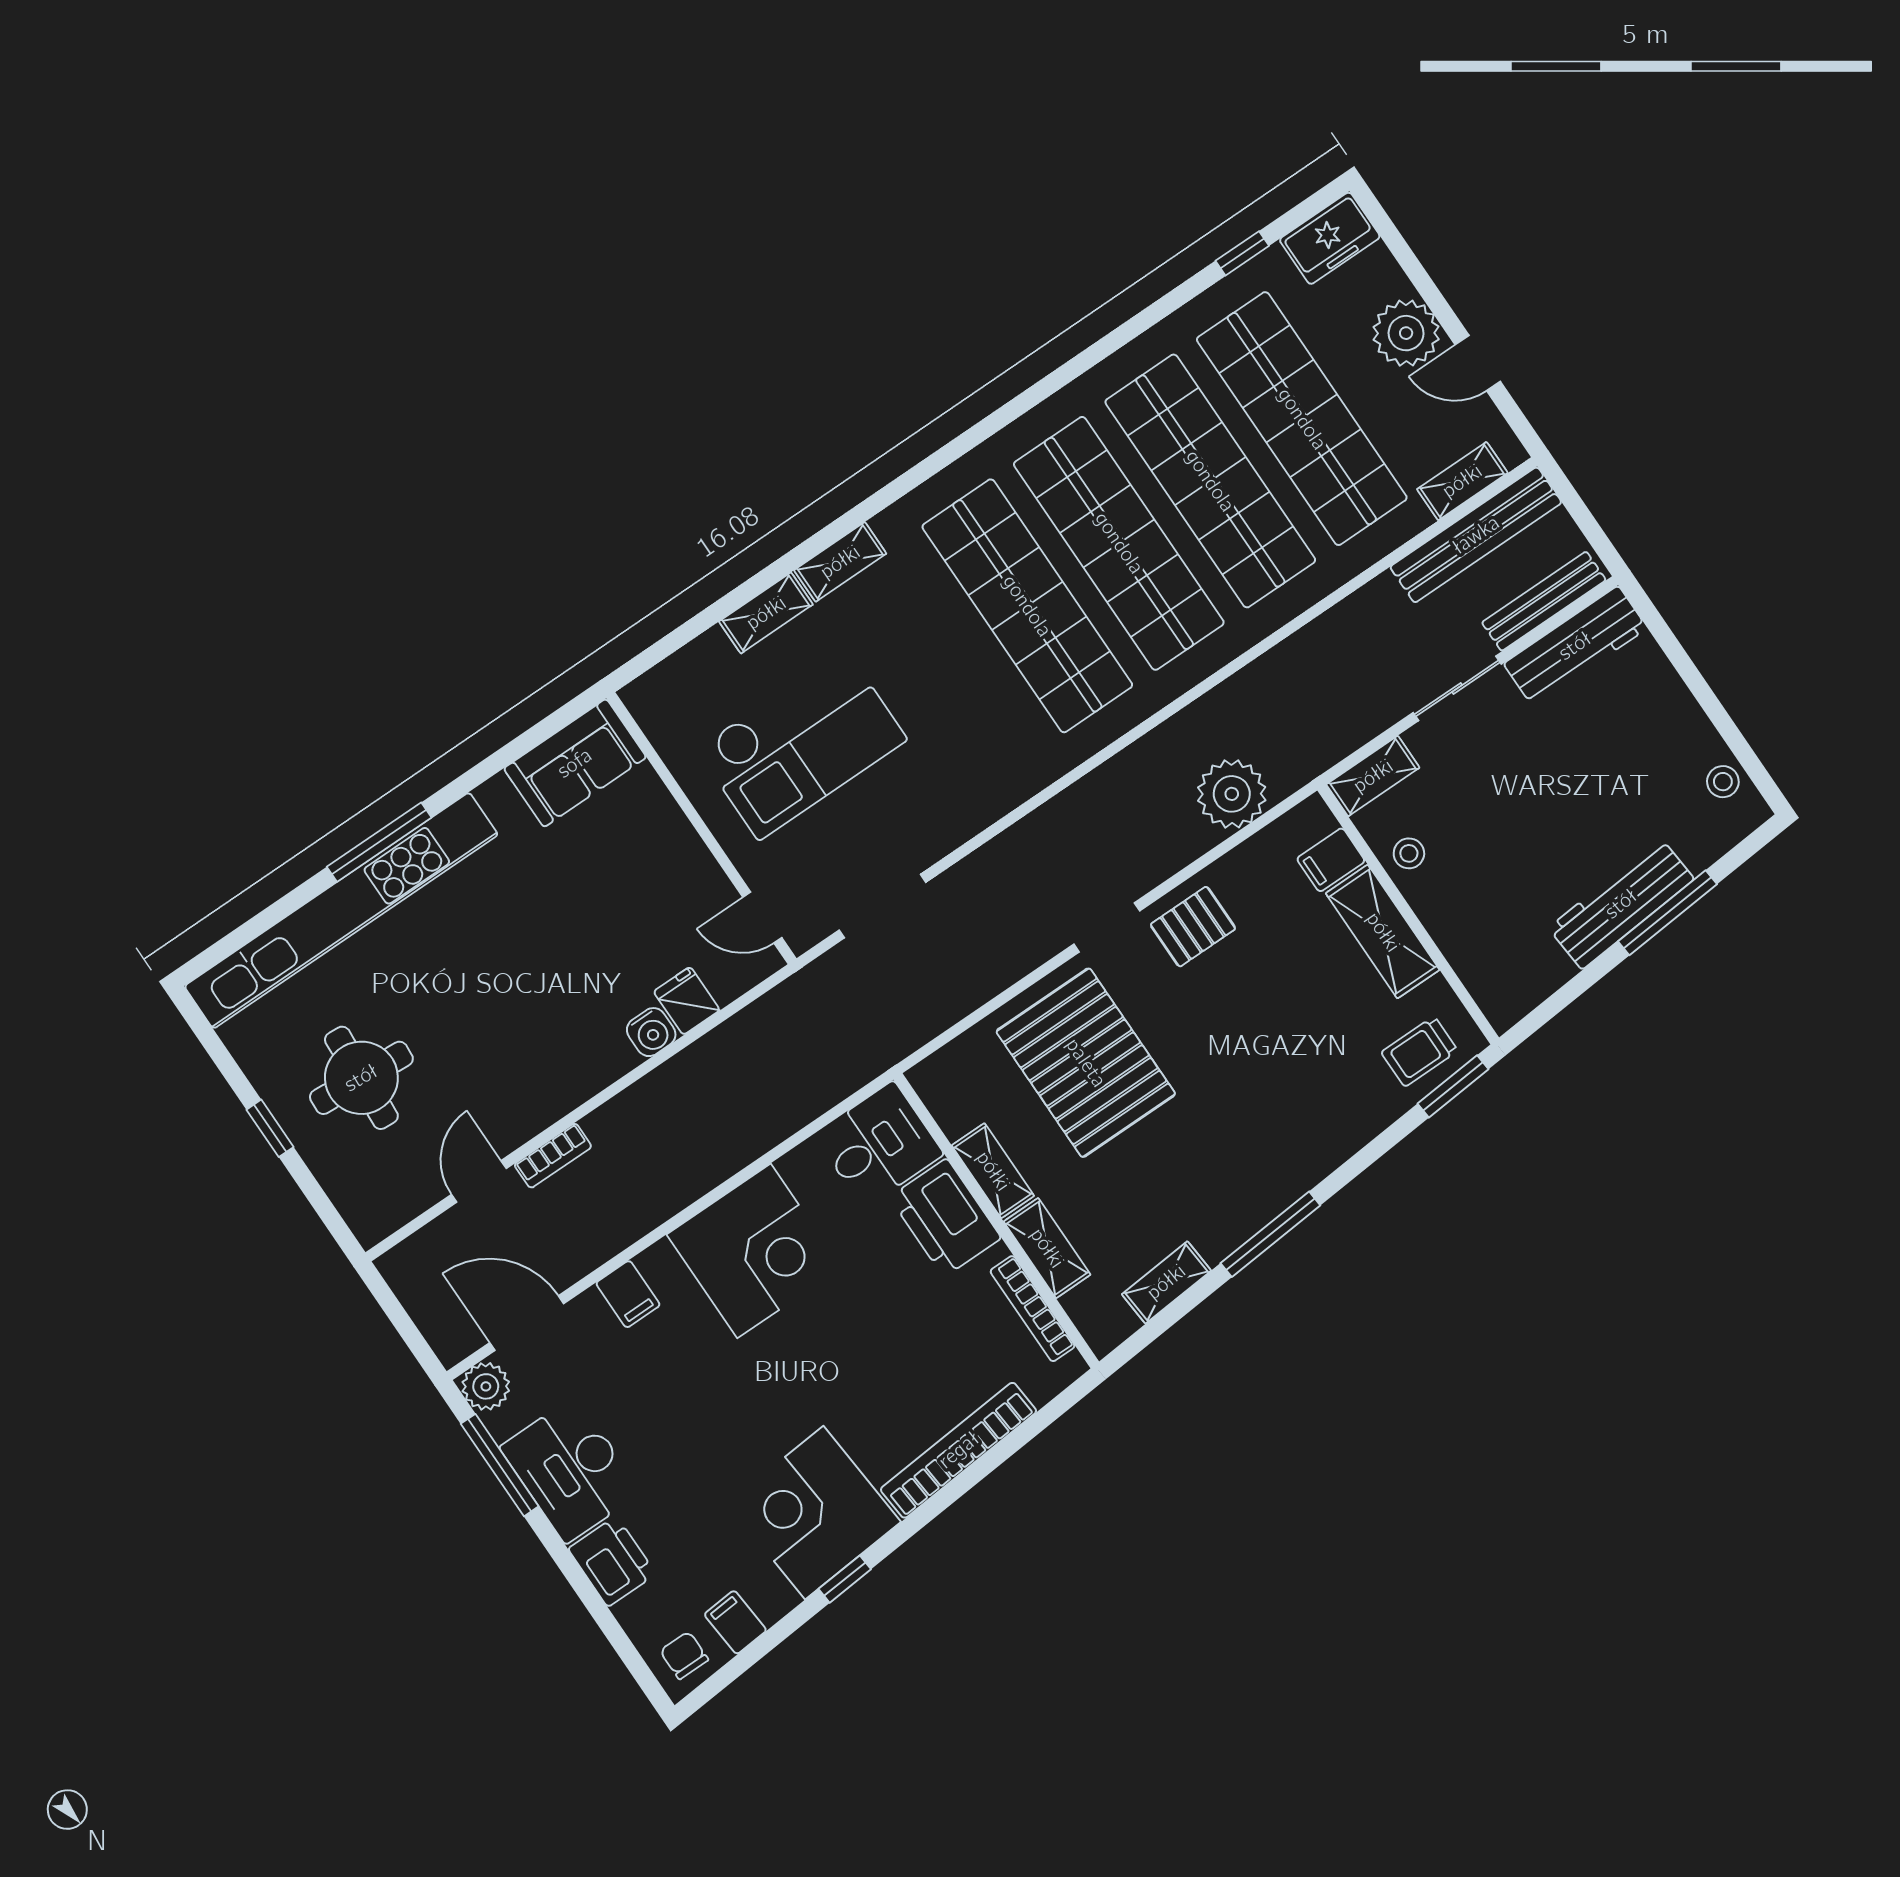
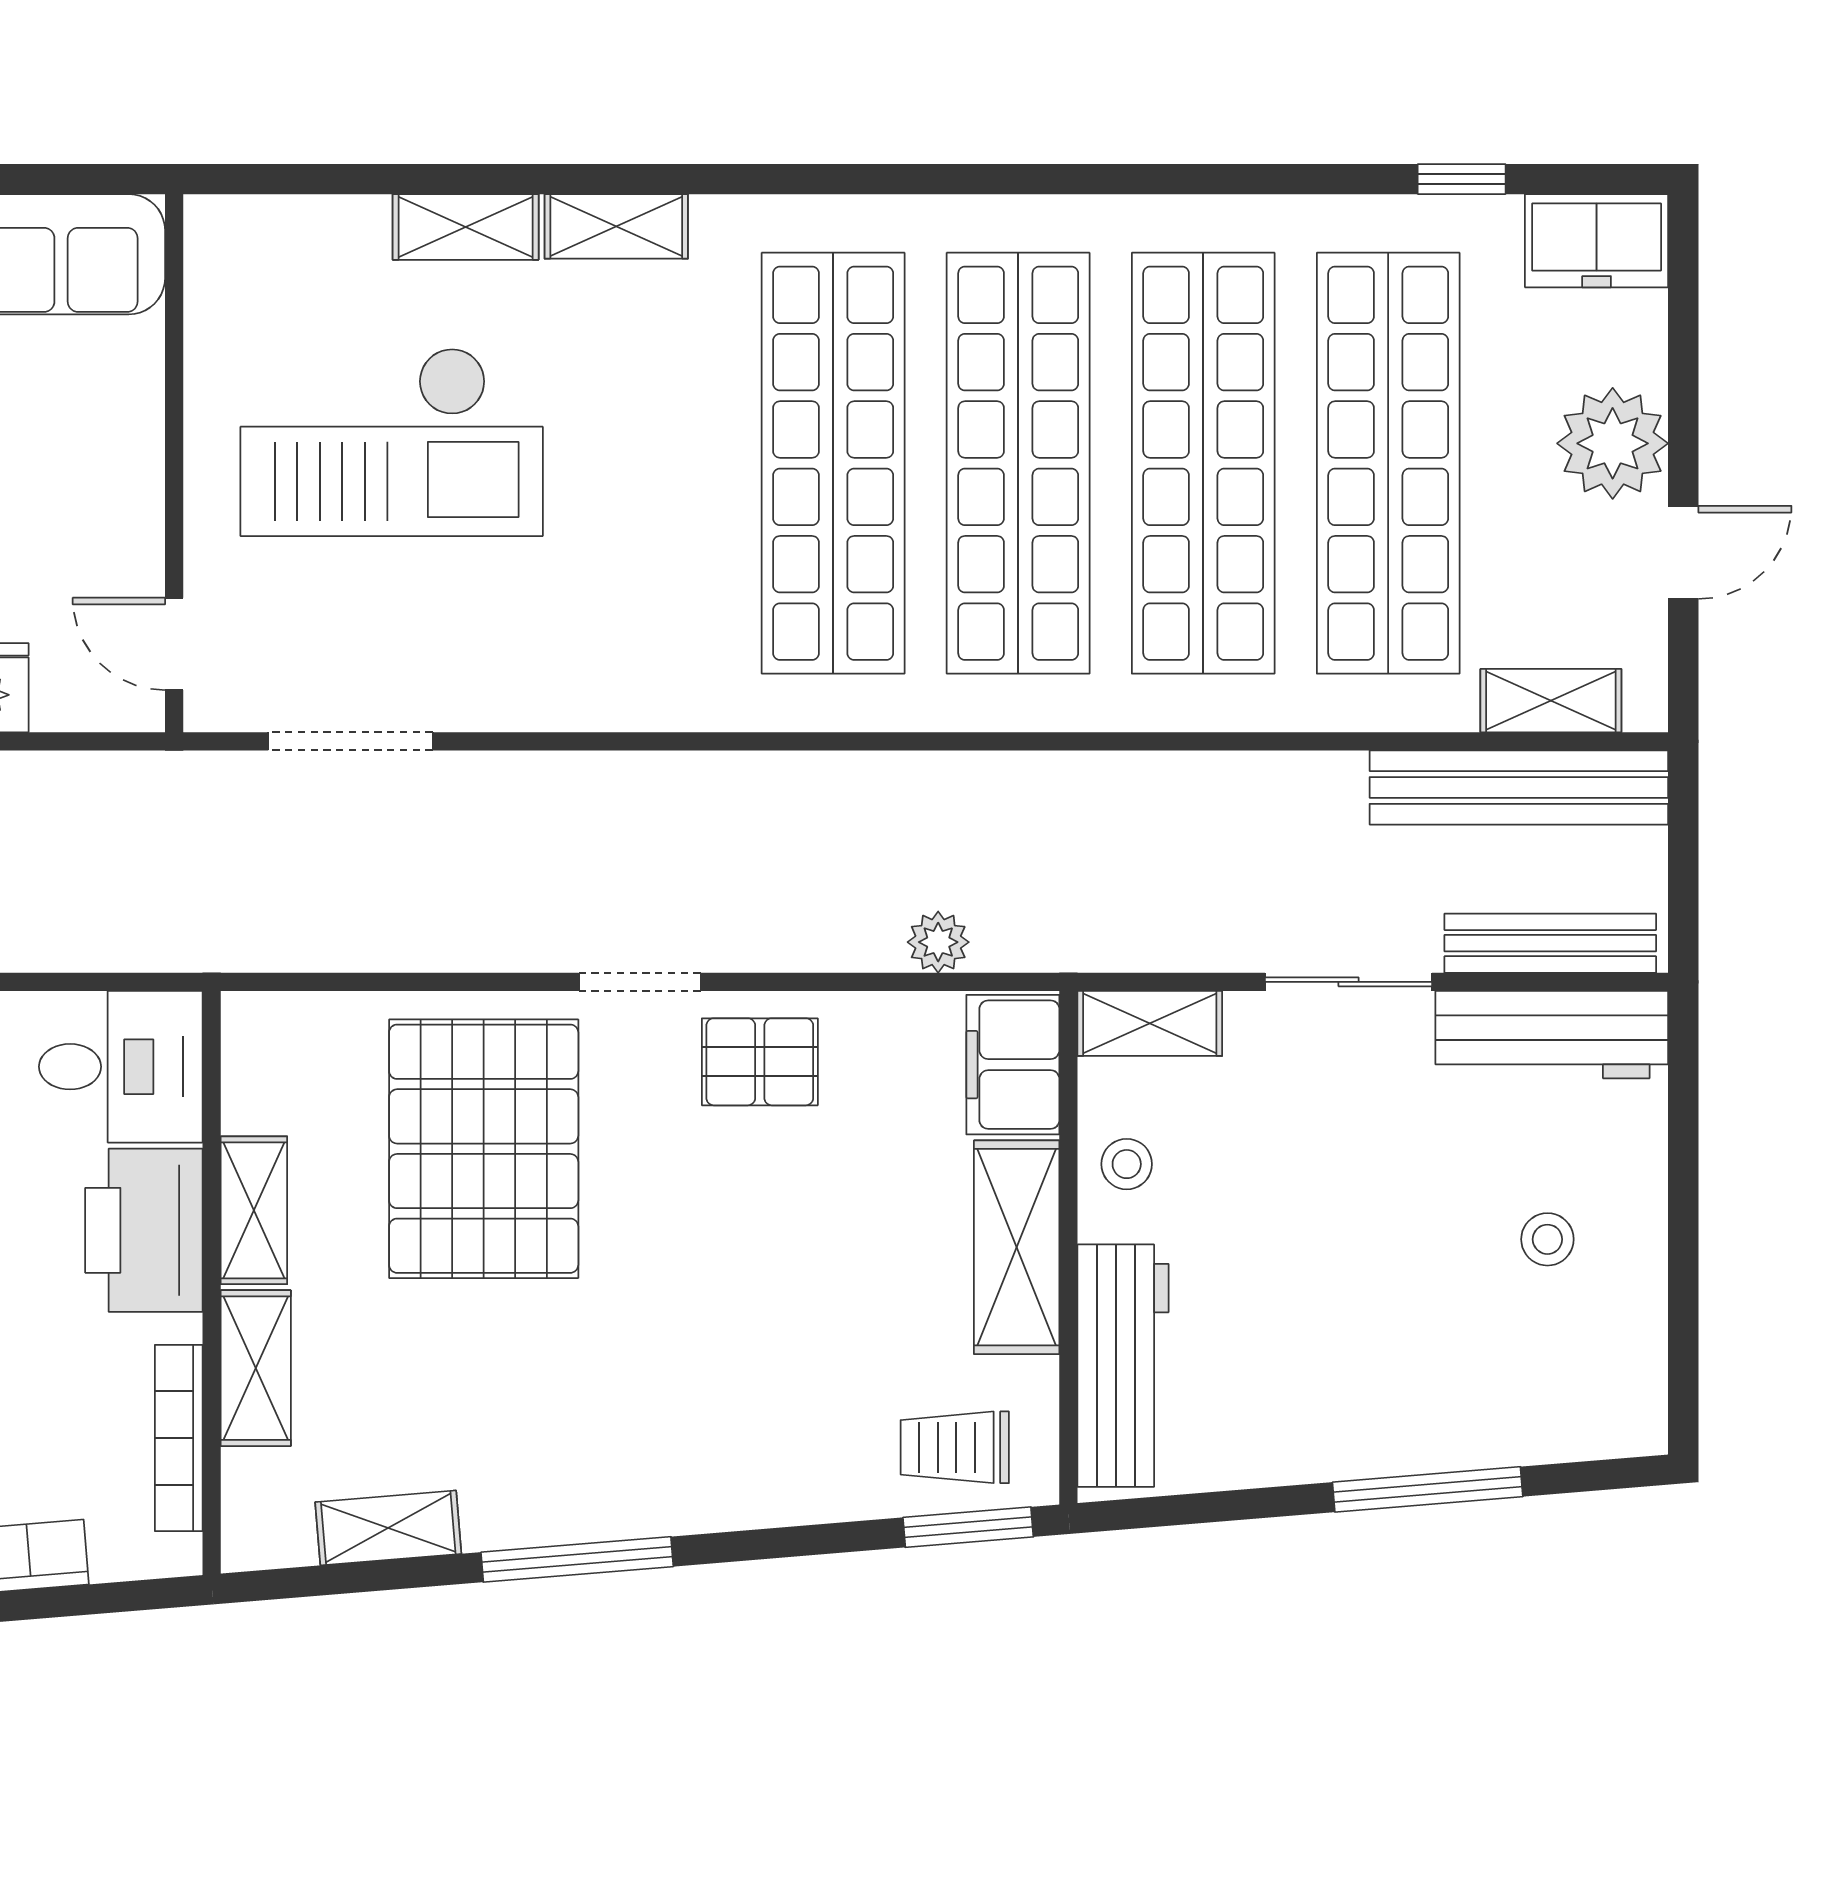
door: (1478, 363) -> (1683, 552), swing flipped
stool: (1723, 782) -> (1547, 1239), moved
plant: (1232, 794) -> (938, 942), width x0.53, depth x0.53
filing cabinet: (1331, 860) -> (1013, 1065), width x2.00
workbench: (1621, 904) -> (1123, 1366), moved, turned 95

